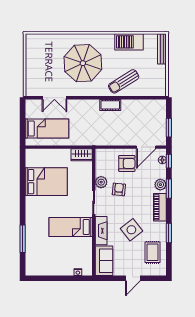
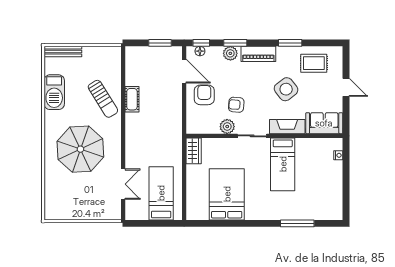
cot: (110, 105) -> (132, 99), moved

